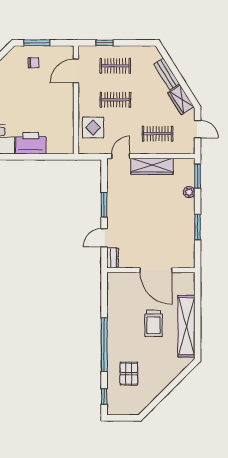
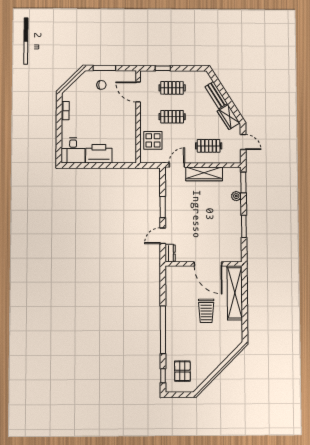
door: (76, 71) -> (138, 92), hinge flipped
shelving: (186, 326) -> (235, 293), moved
pallet: (129, 374) -> (182, 371), moved

